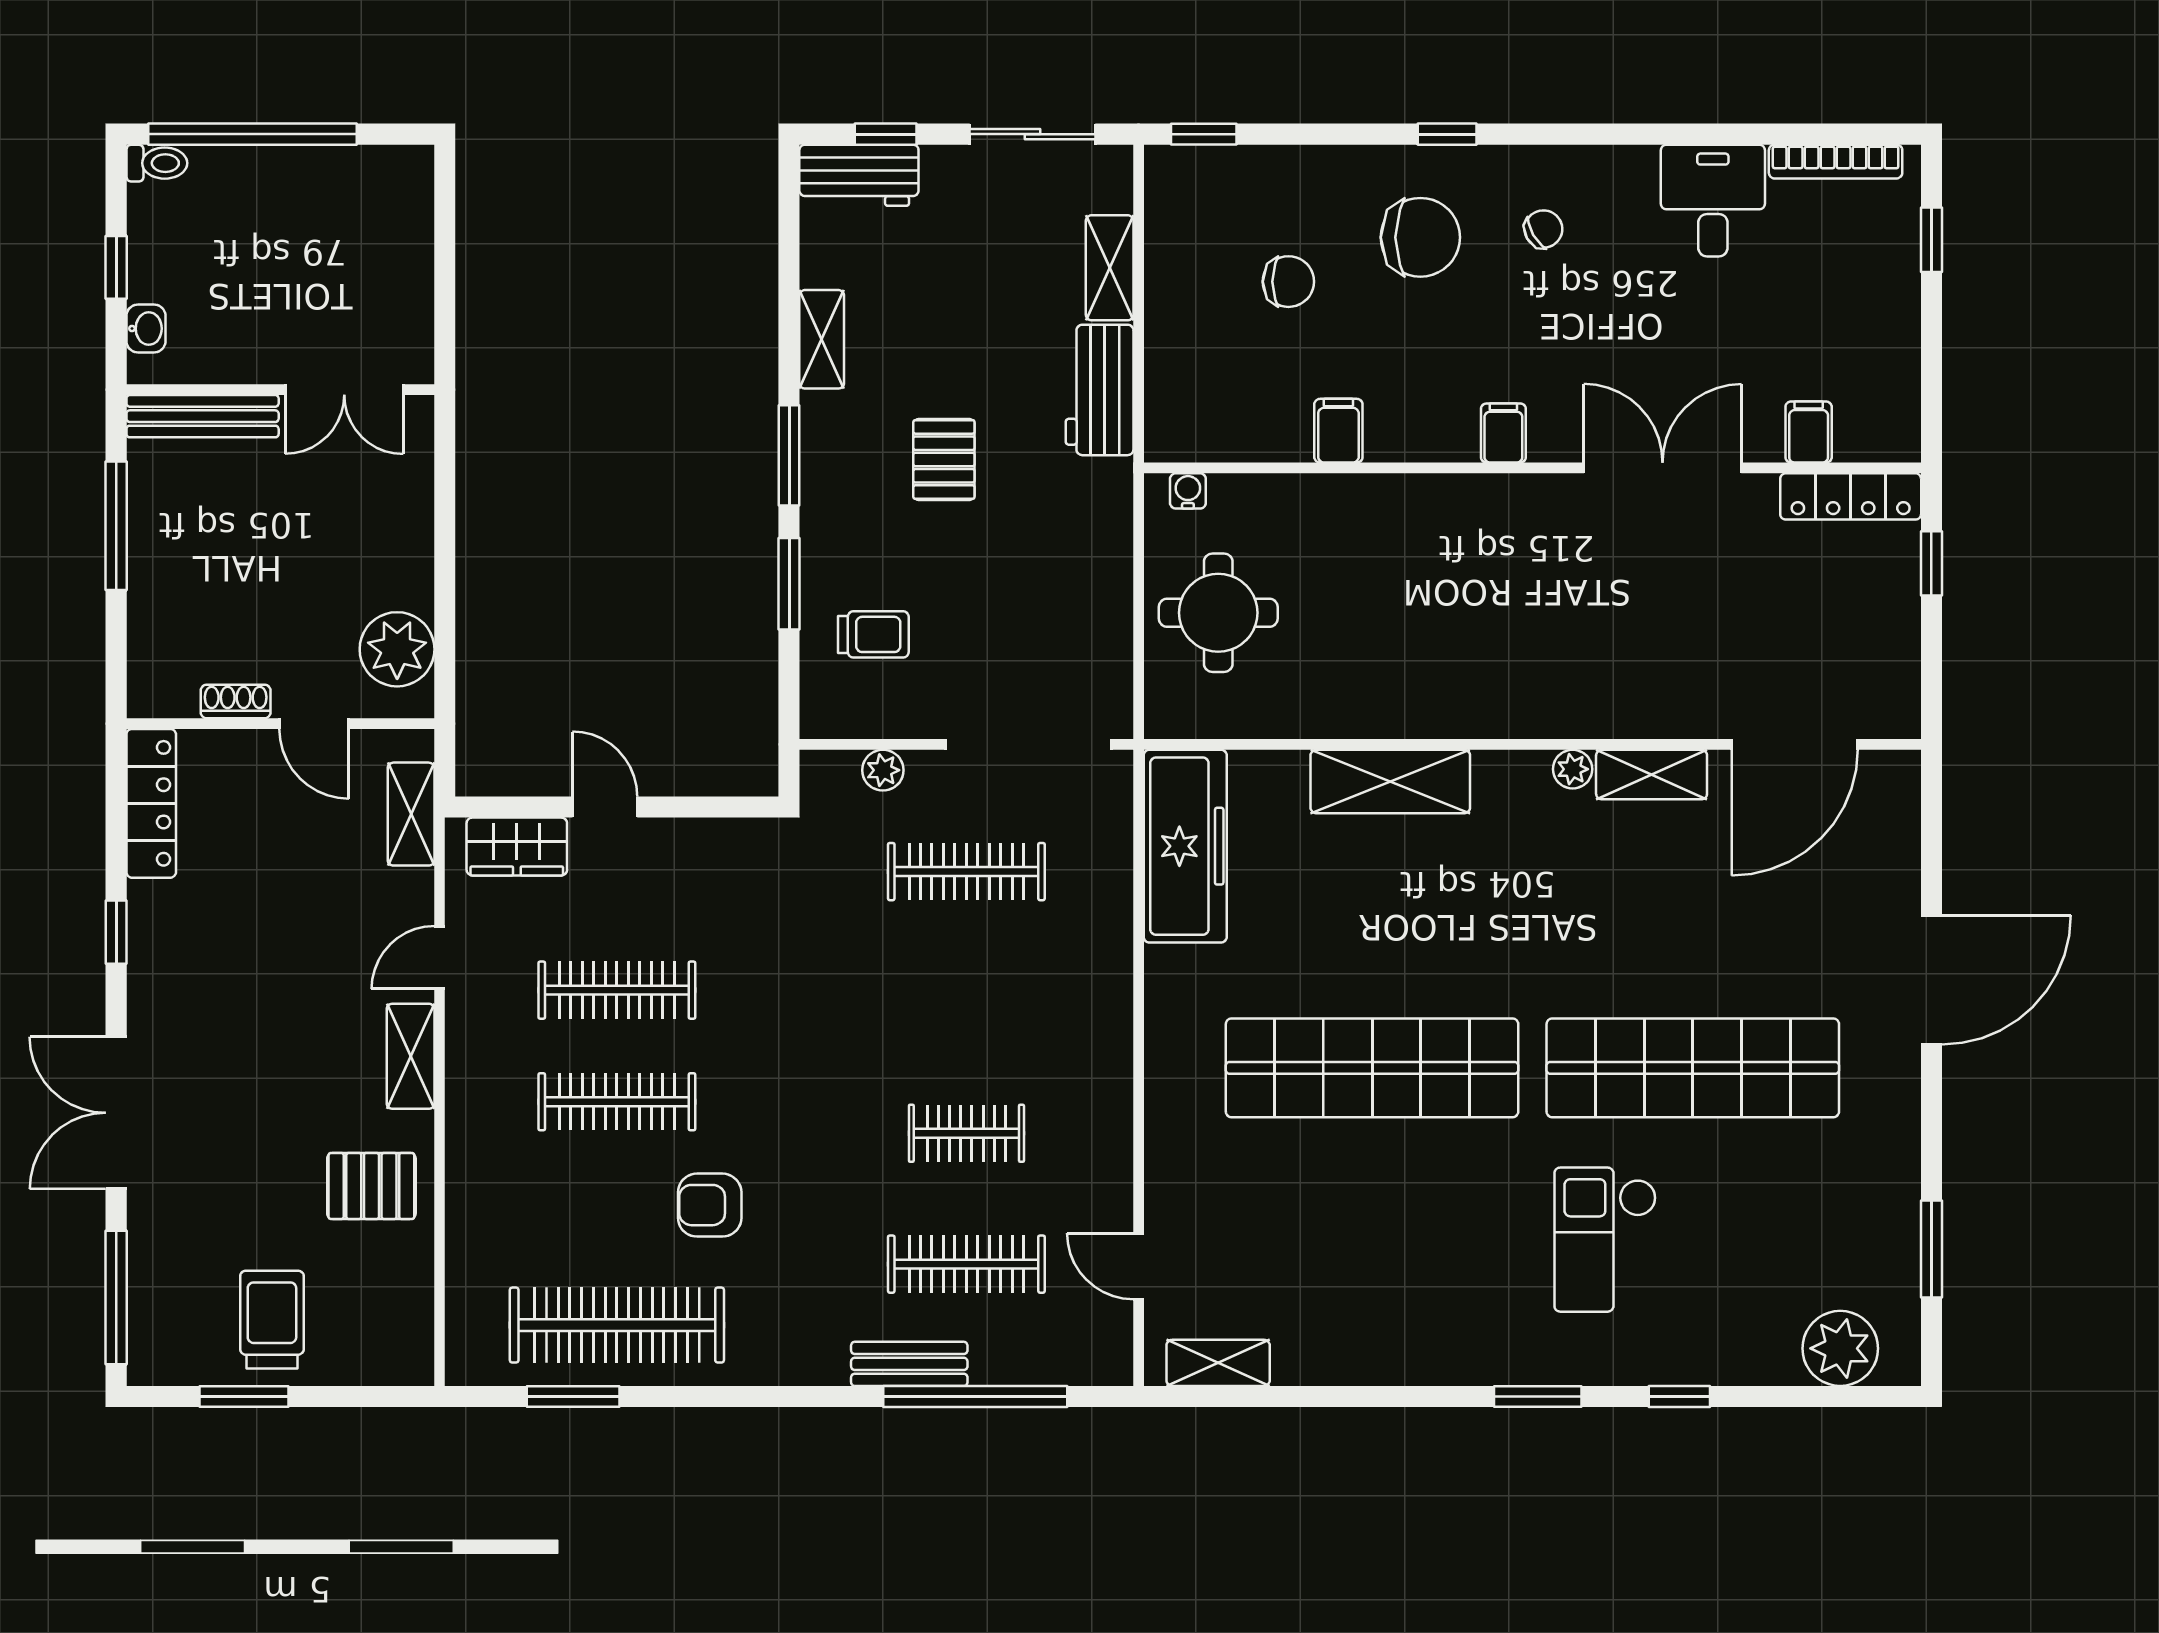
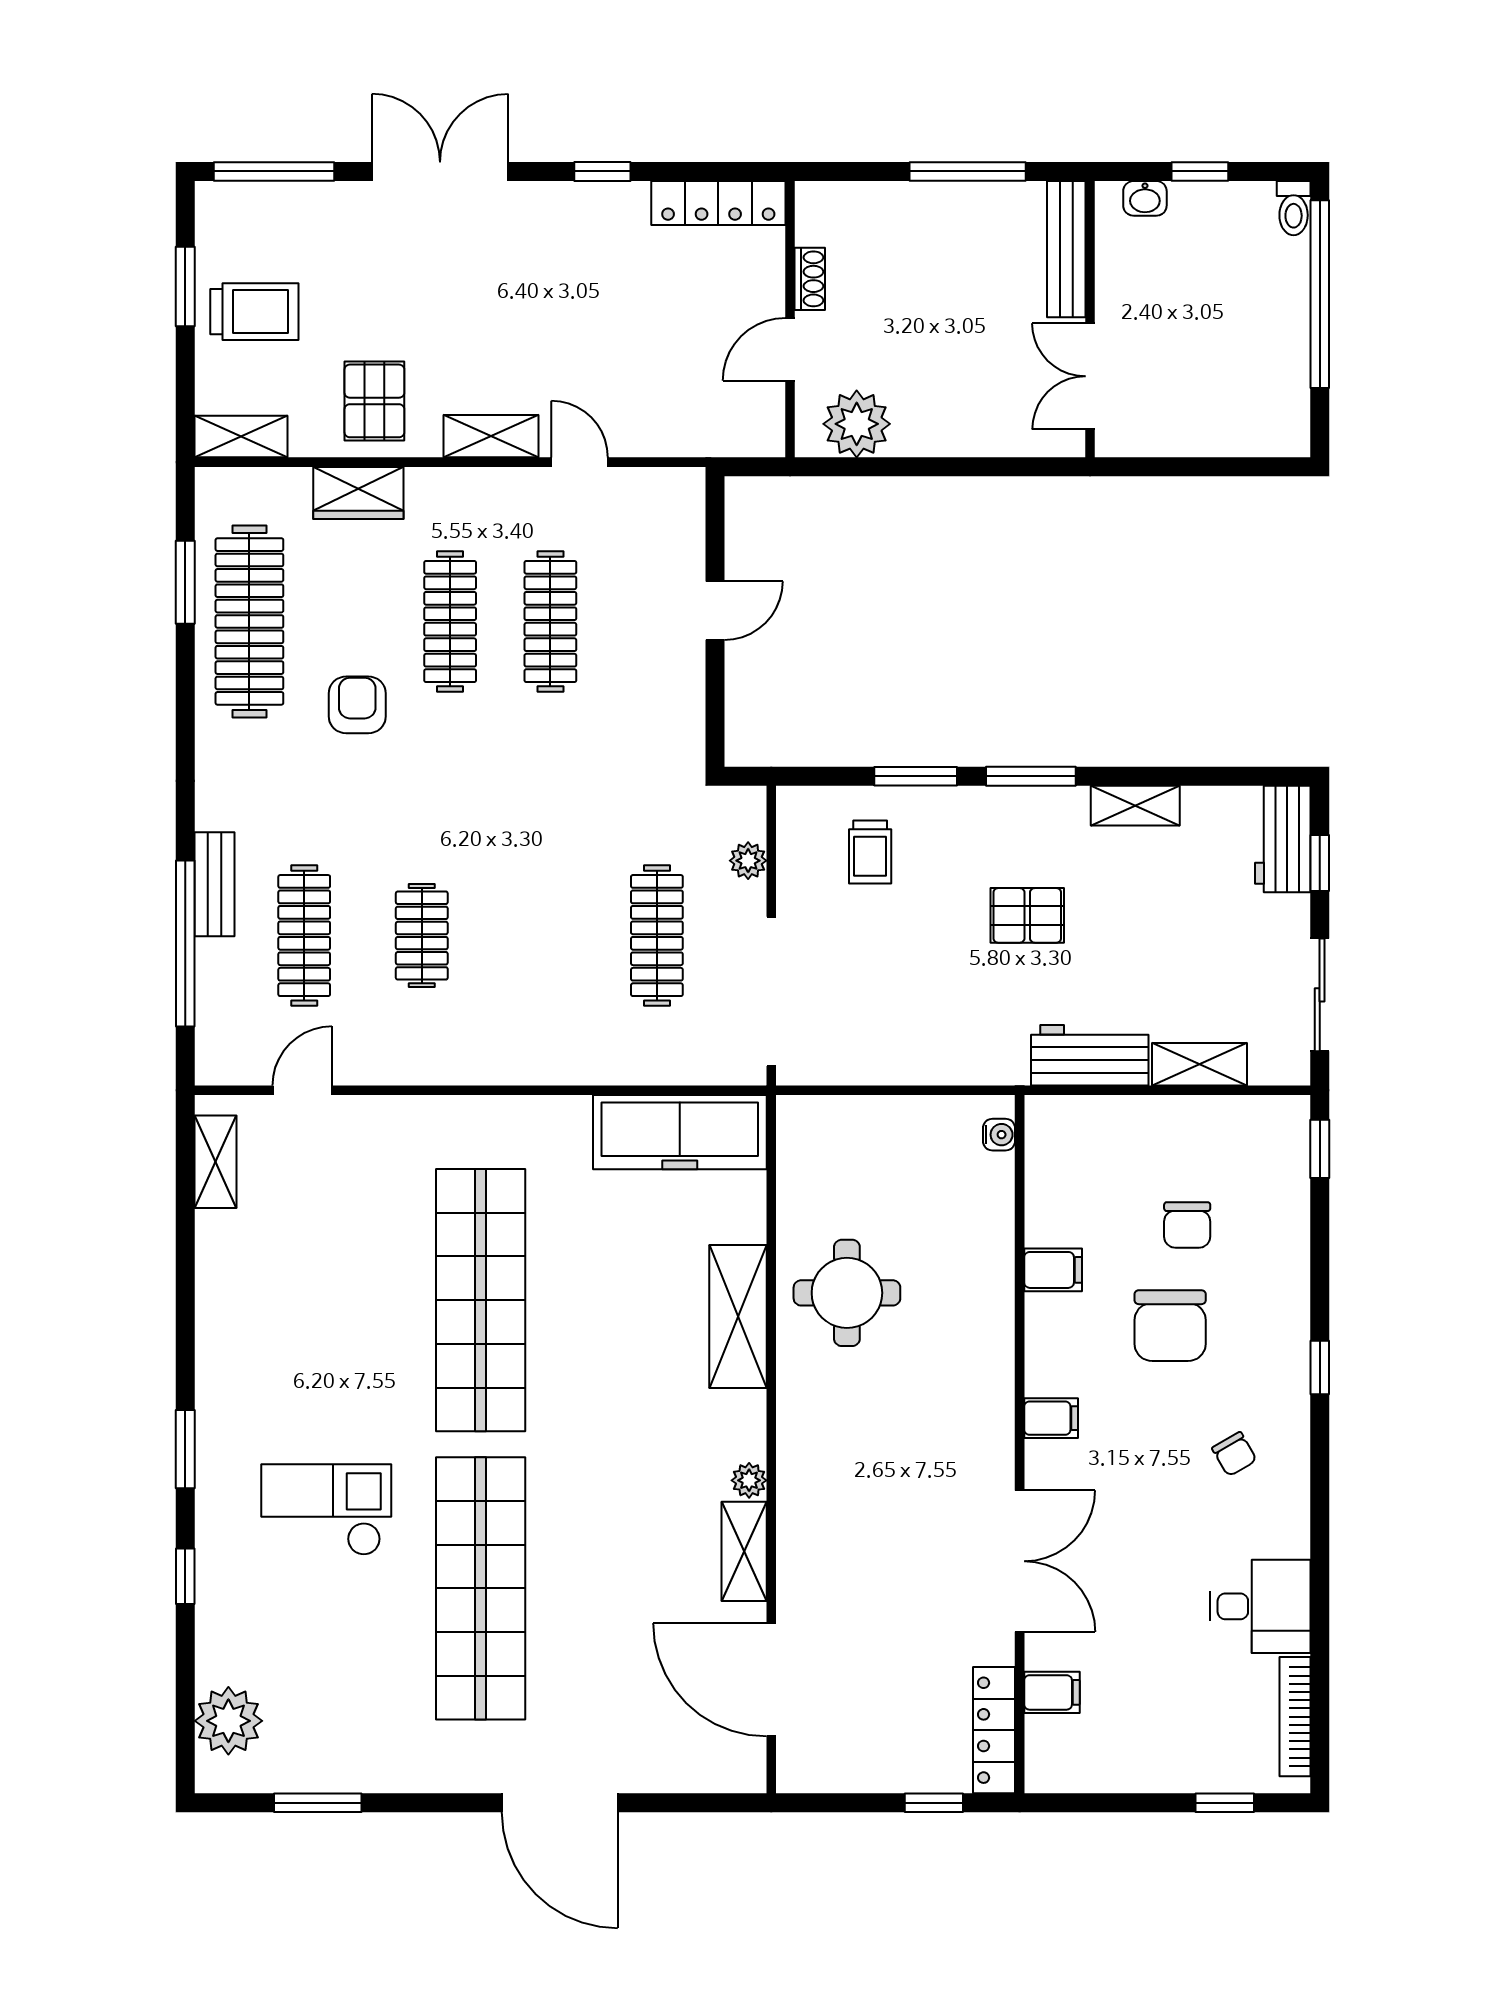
chair: (1420, 237) -> (1170, 1326), moved
round table: (1218, 613) -> (847, 1293), moved
shelving: (411, 814) -> (241, 437), moved
wardrobe: (517, 847) -> (358, 493), moved, turned -90

